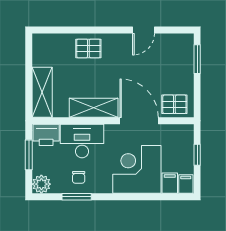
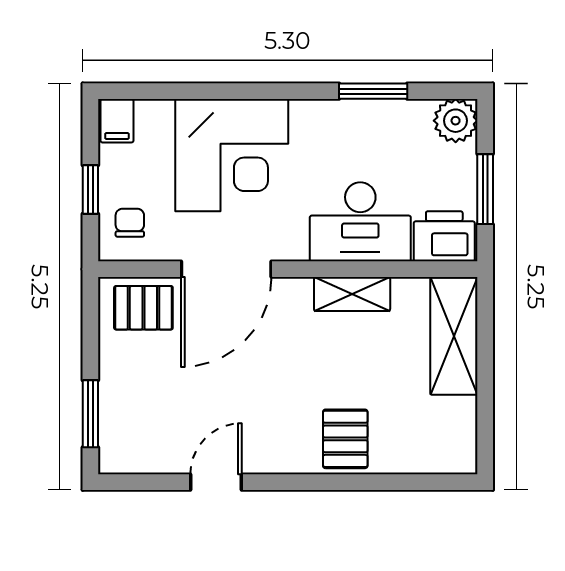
pallet: (88, 48) -> (345, 439), turned 90
shelving: (94, 108) -> (352, 294), width x0.67, depth x0.75
door: (139, 121) -> (226, 269), hinge flipped
chair: (79, 177) -> (130, 223), moved
filing cabinet: (170, 183) -> (154, 123), removed

